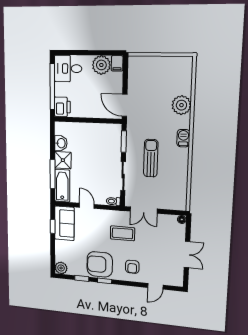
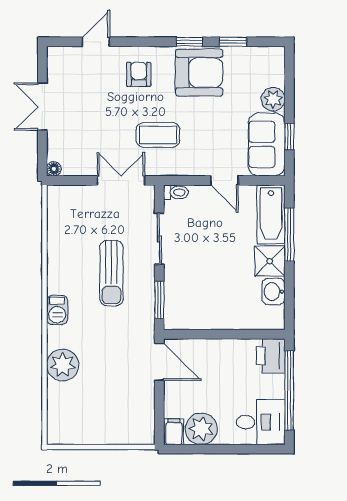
plant: (61, 268) -> (273, 99), moved

